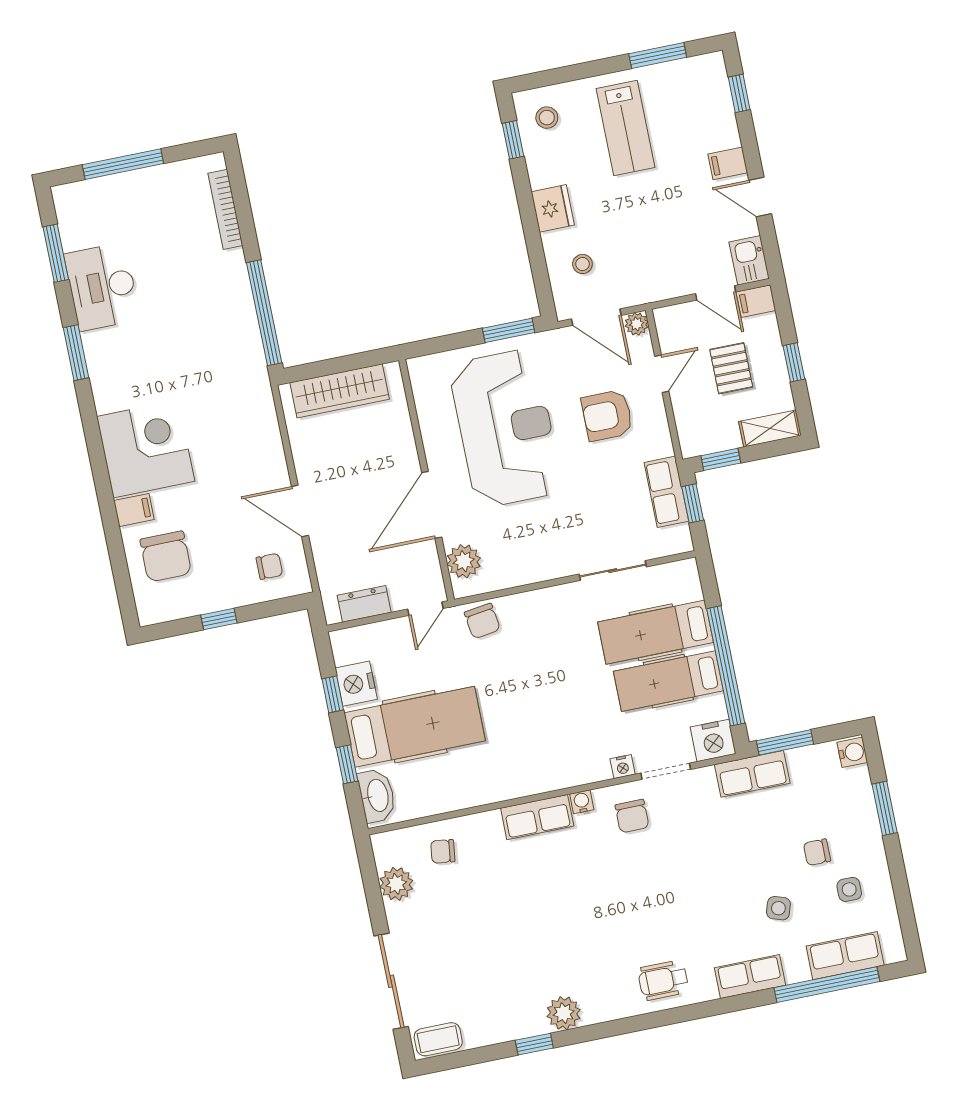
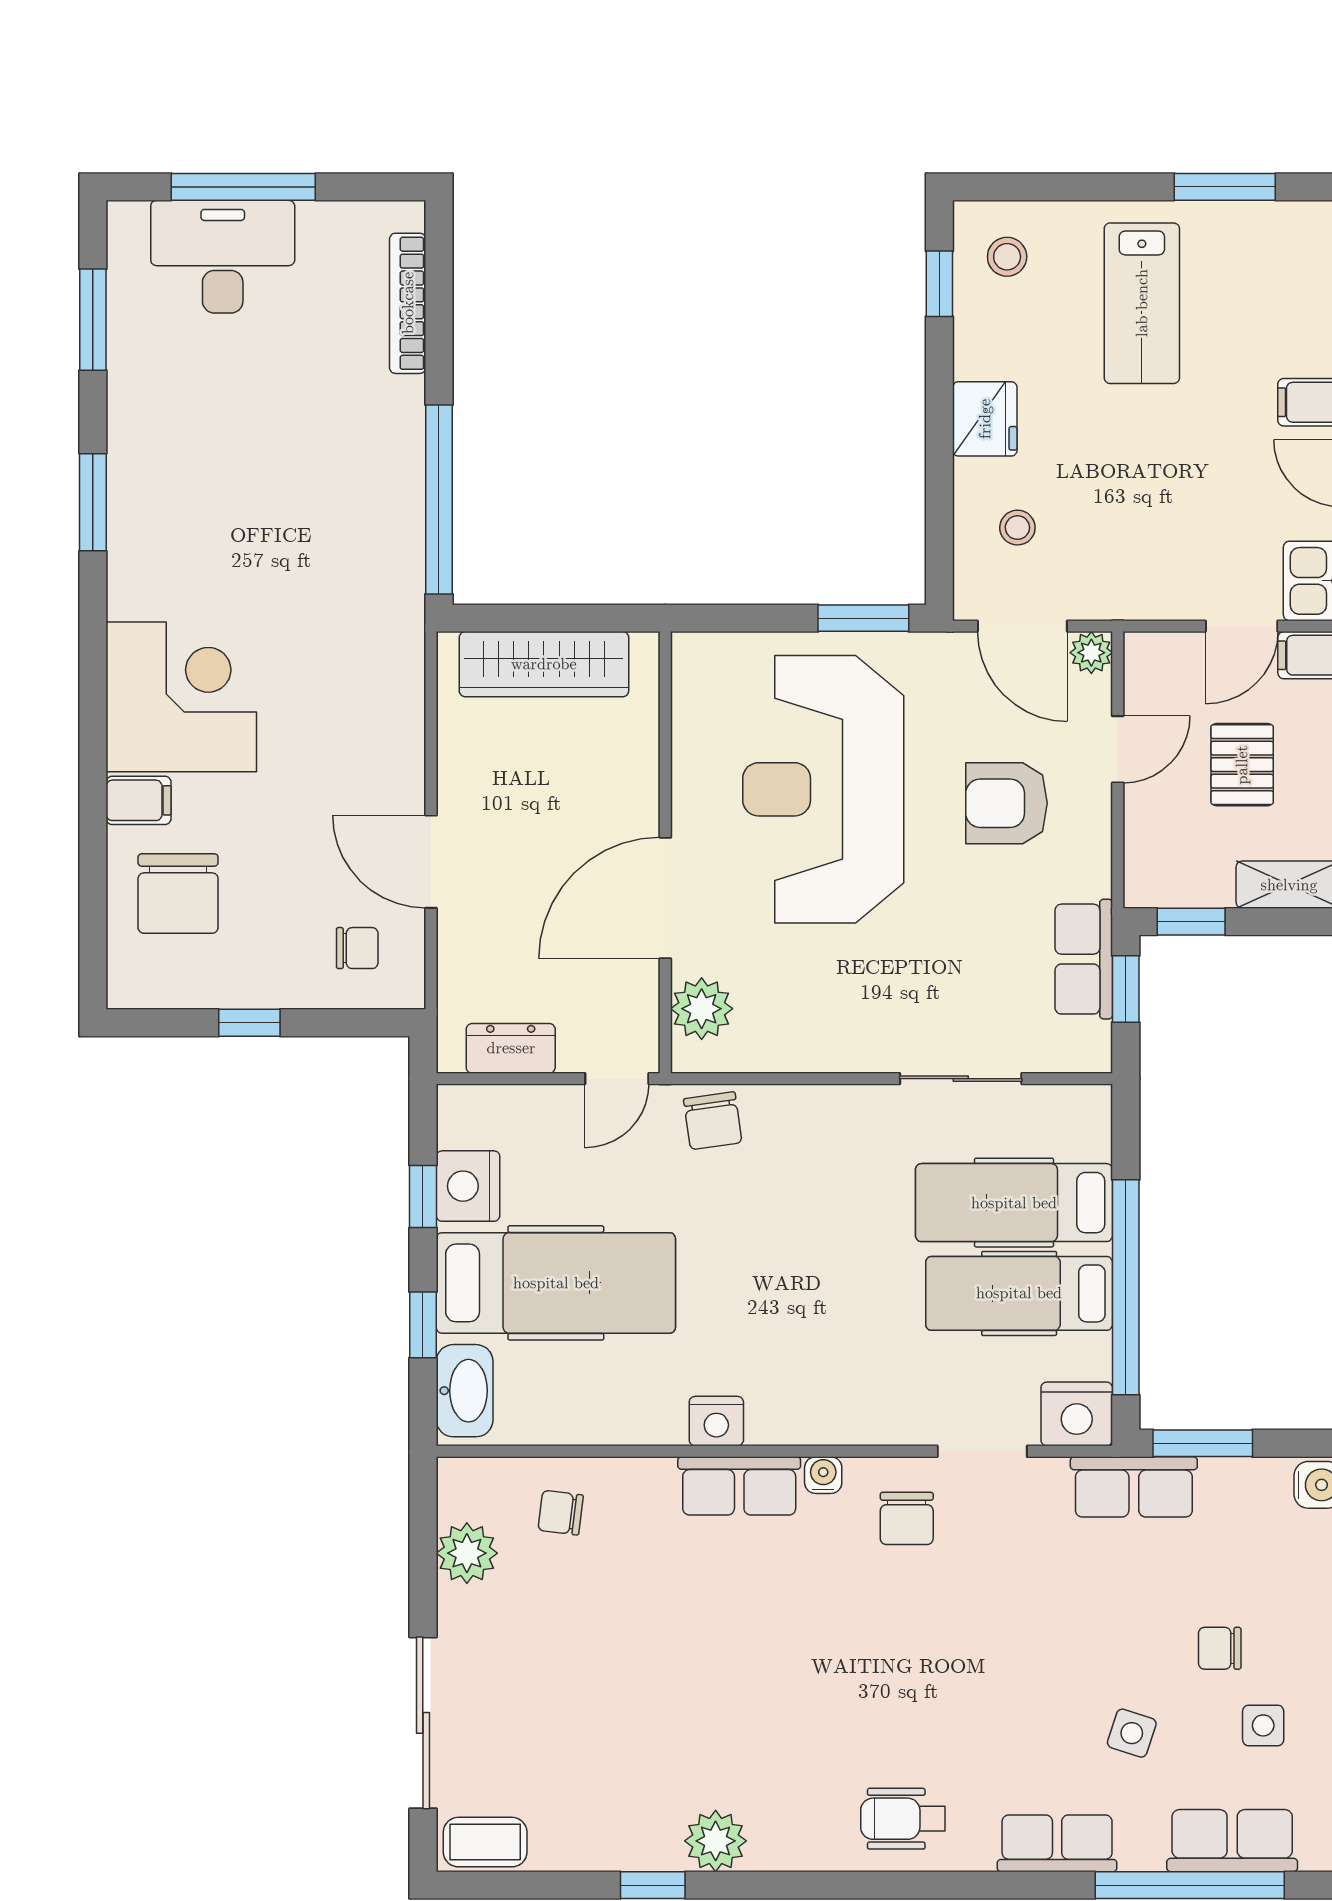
desk: (102, 287) -> (223, 257), moved, turned 90
door: (716, 293) -> (1242, 626), hinge flipped
reception desk: (506, 428) -> (823, 789), turned 180
nightstand: (623, 767) -> (716, 1421), moved, width x1.39, depth x1.35

